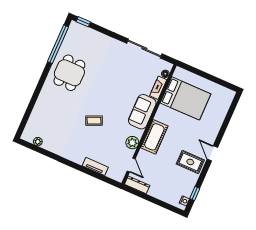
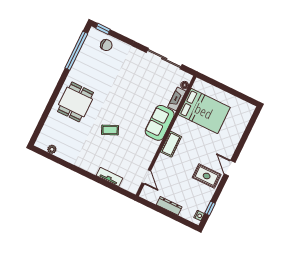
chair: (87, 38) -> (106, 45), added
dining table: (69, 73) -> (76, 102), moved
cot: (154, 137) -> (171, 144), width x0.73, depth x0.75
plant: (132, 143) -> (148, 154), removed
dresser: (137, 185) -> (169, 206), moved

